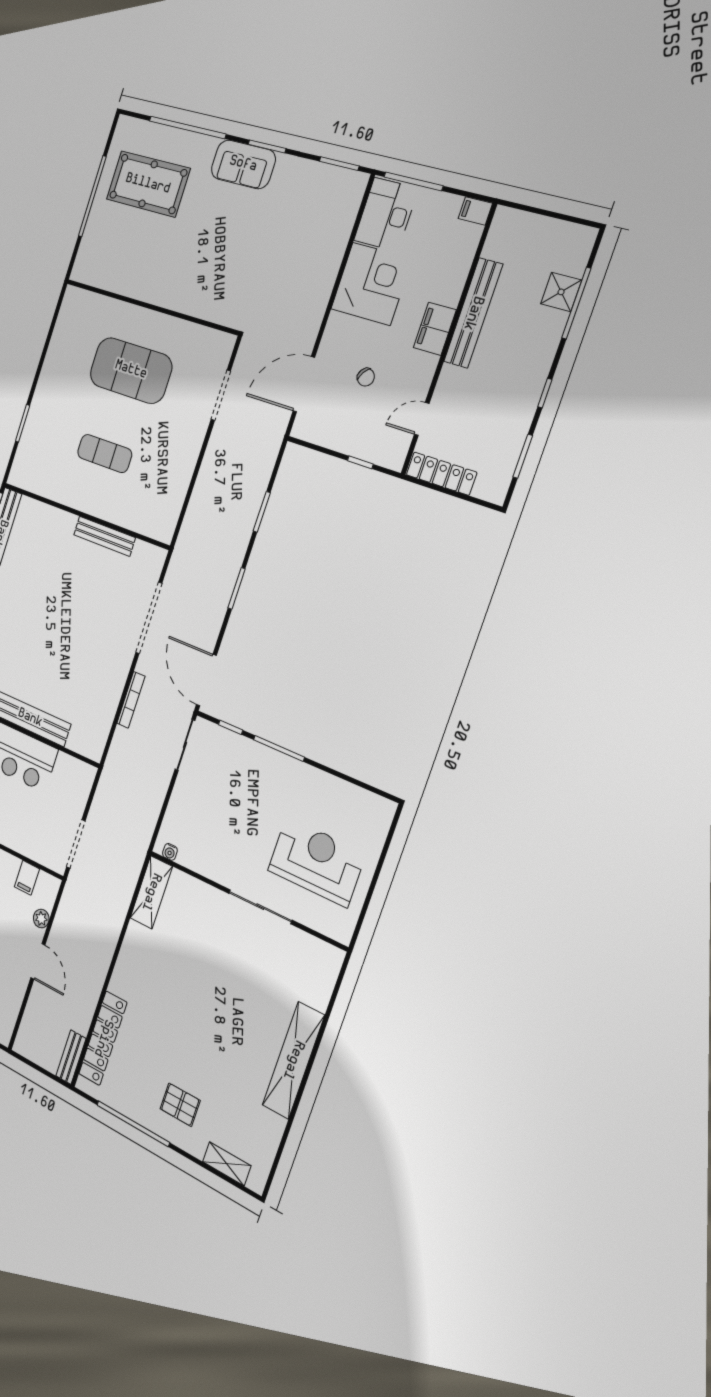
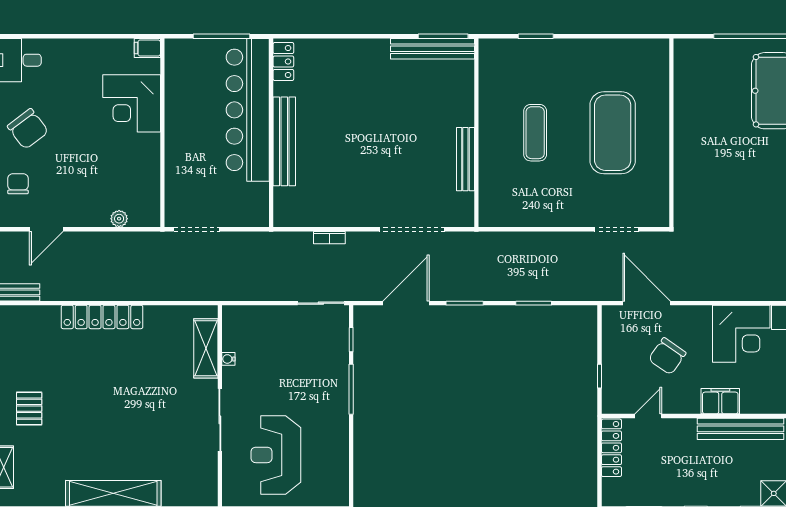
chair: (366, 377) -> (667, 356), width x1.87, depth x1.87
door: (422, 419) -> (648, 416), hinge flipped
door: (206, 680) -> (406, 303), moved
bookcase: (131, 700) -> (329, 238), width x0.64
water cooler: (170, 852) -> (228, 359), moved
reception desk: (316, 862) -> (276, 455), turned 180
filing cabinet: (27, 878) -> (147, 191), removed
shelving: (151, 892) -> (206, 348), moved, turned 90
door: (38, 961) -> (46, 229), moved
locker: (103, 1038) -> (102, 317), moved

